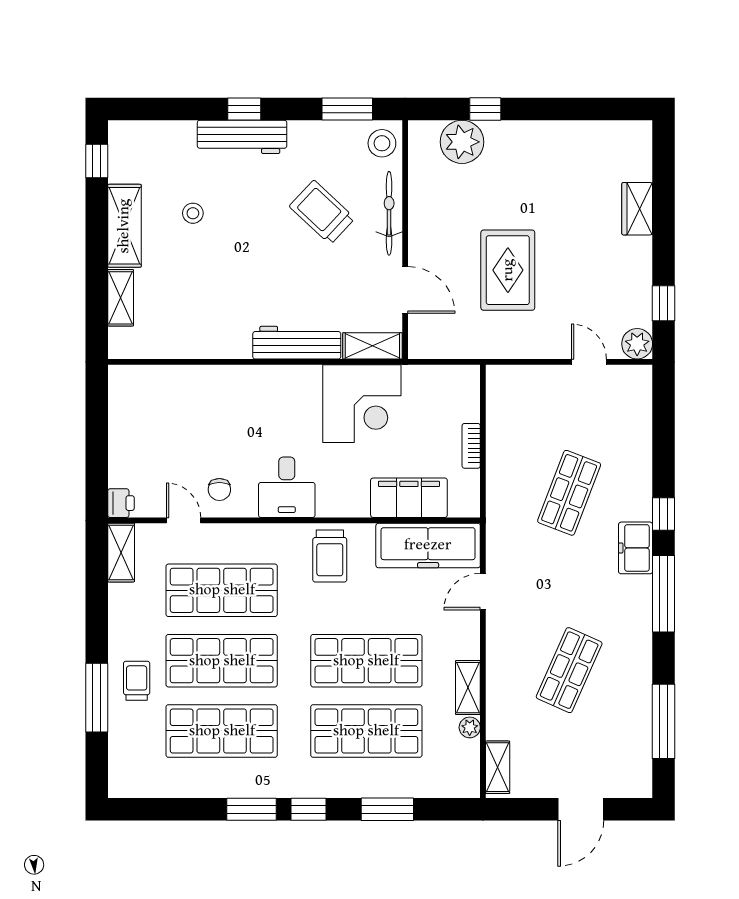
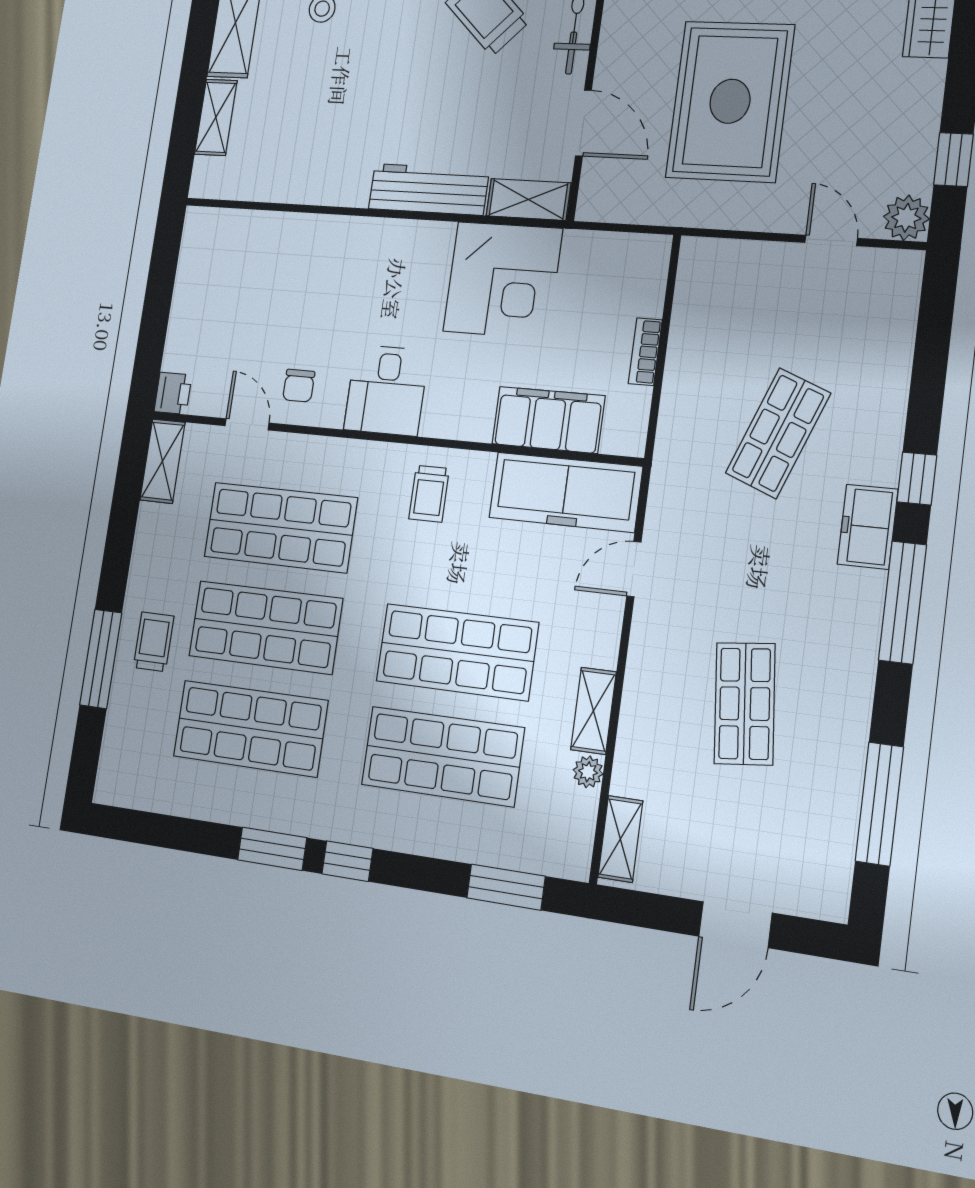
rug: (508, 270) -> (730, 101), width x1.37, depth x1.44
trolley: (330, 556) -> (429, 494), width x0.73, depth x0.72
shop shelf: (569, 670) -> (745, 704), turned -30
window: (387, 809) -> (506, 887), moved

